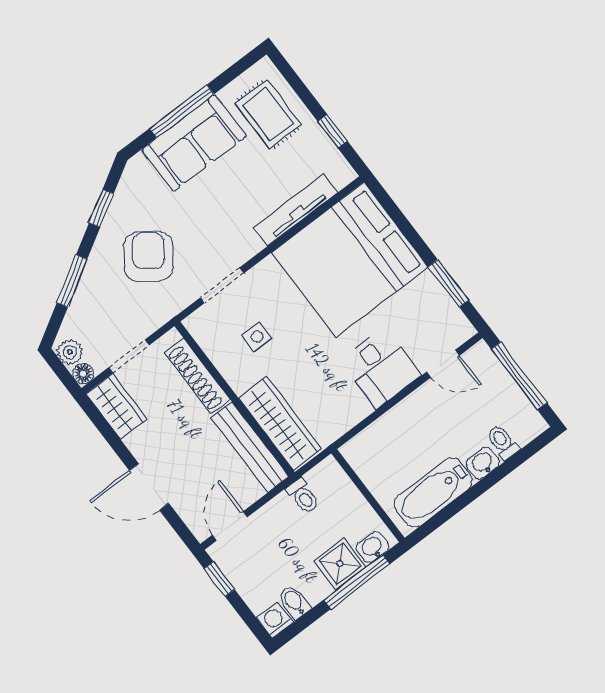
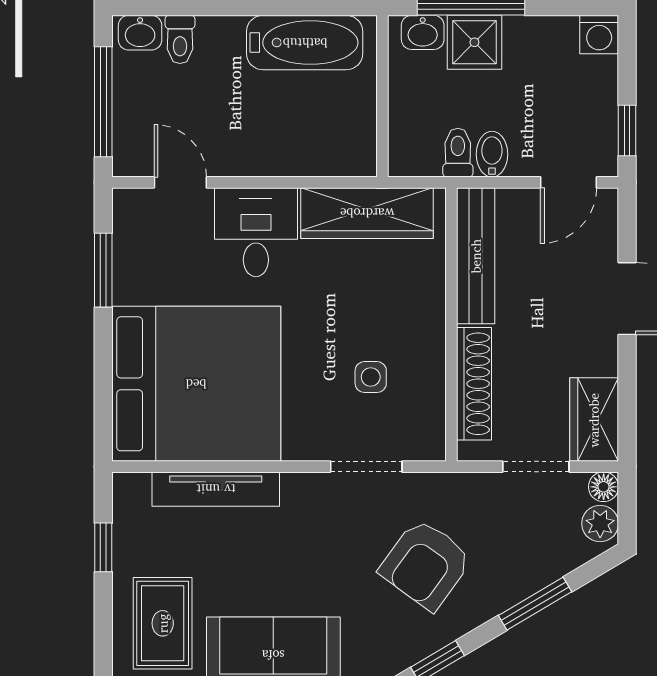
wardrobe: (280, 423) -> (367, 213), moved, turned -90
washbasin: (483, 463) -> (140, 33), moved
bidet: (294, 602) -> (492, 154), moved, turned 180

